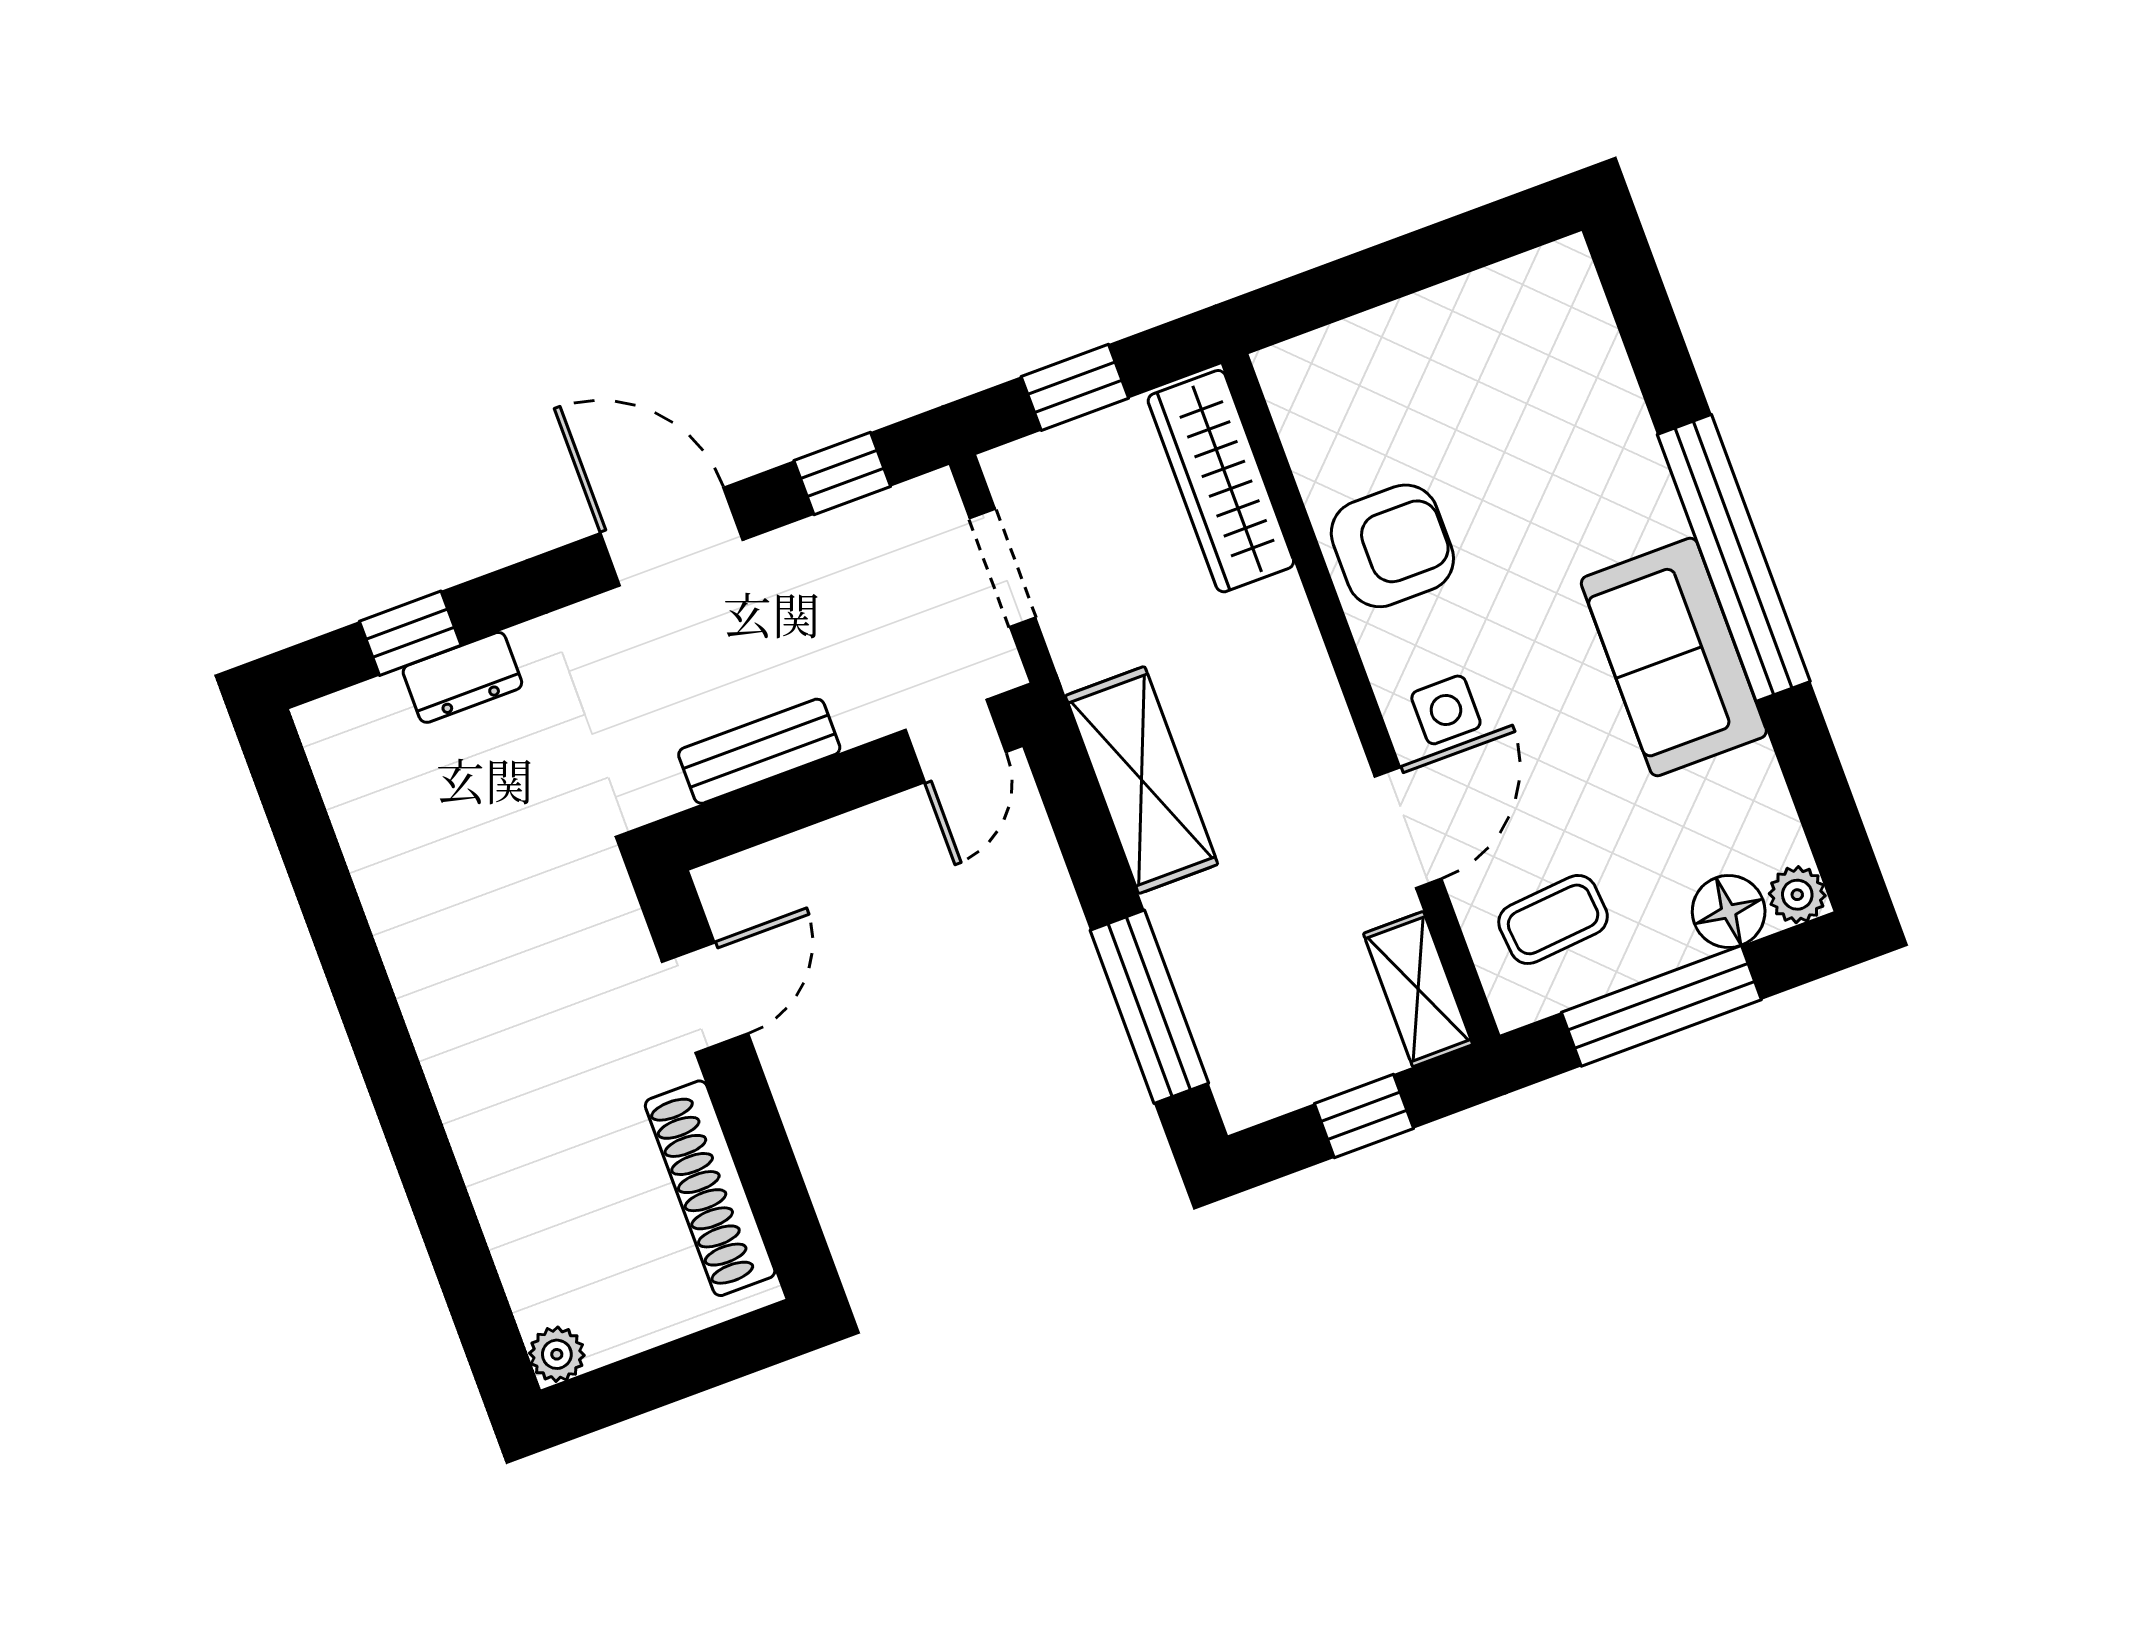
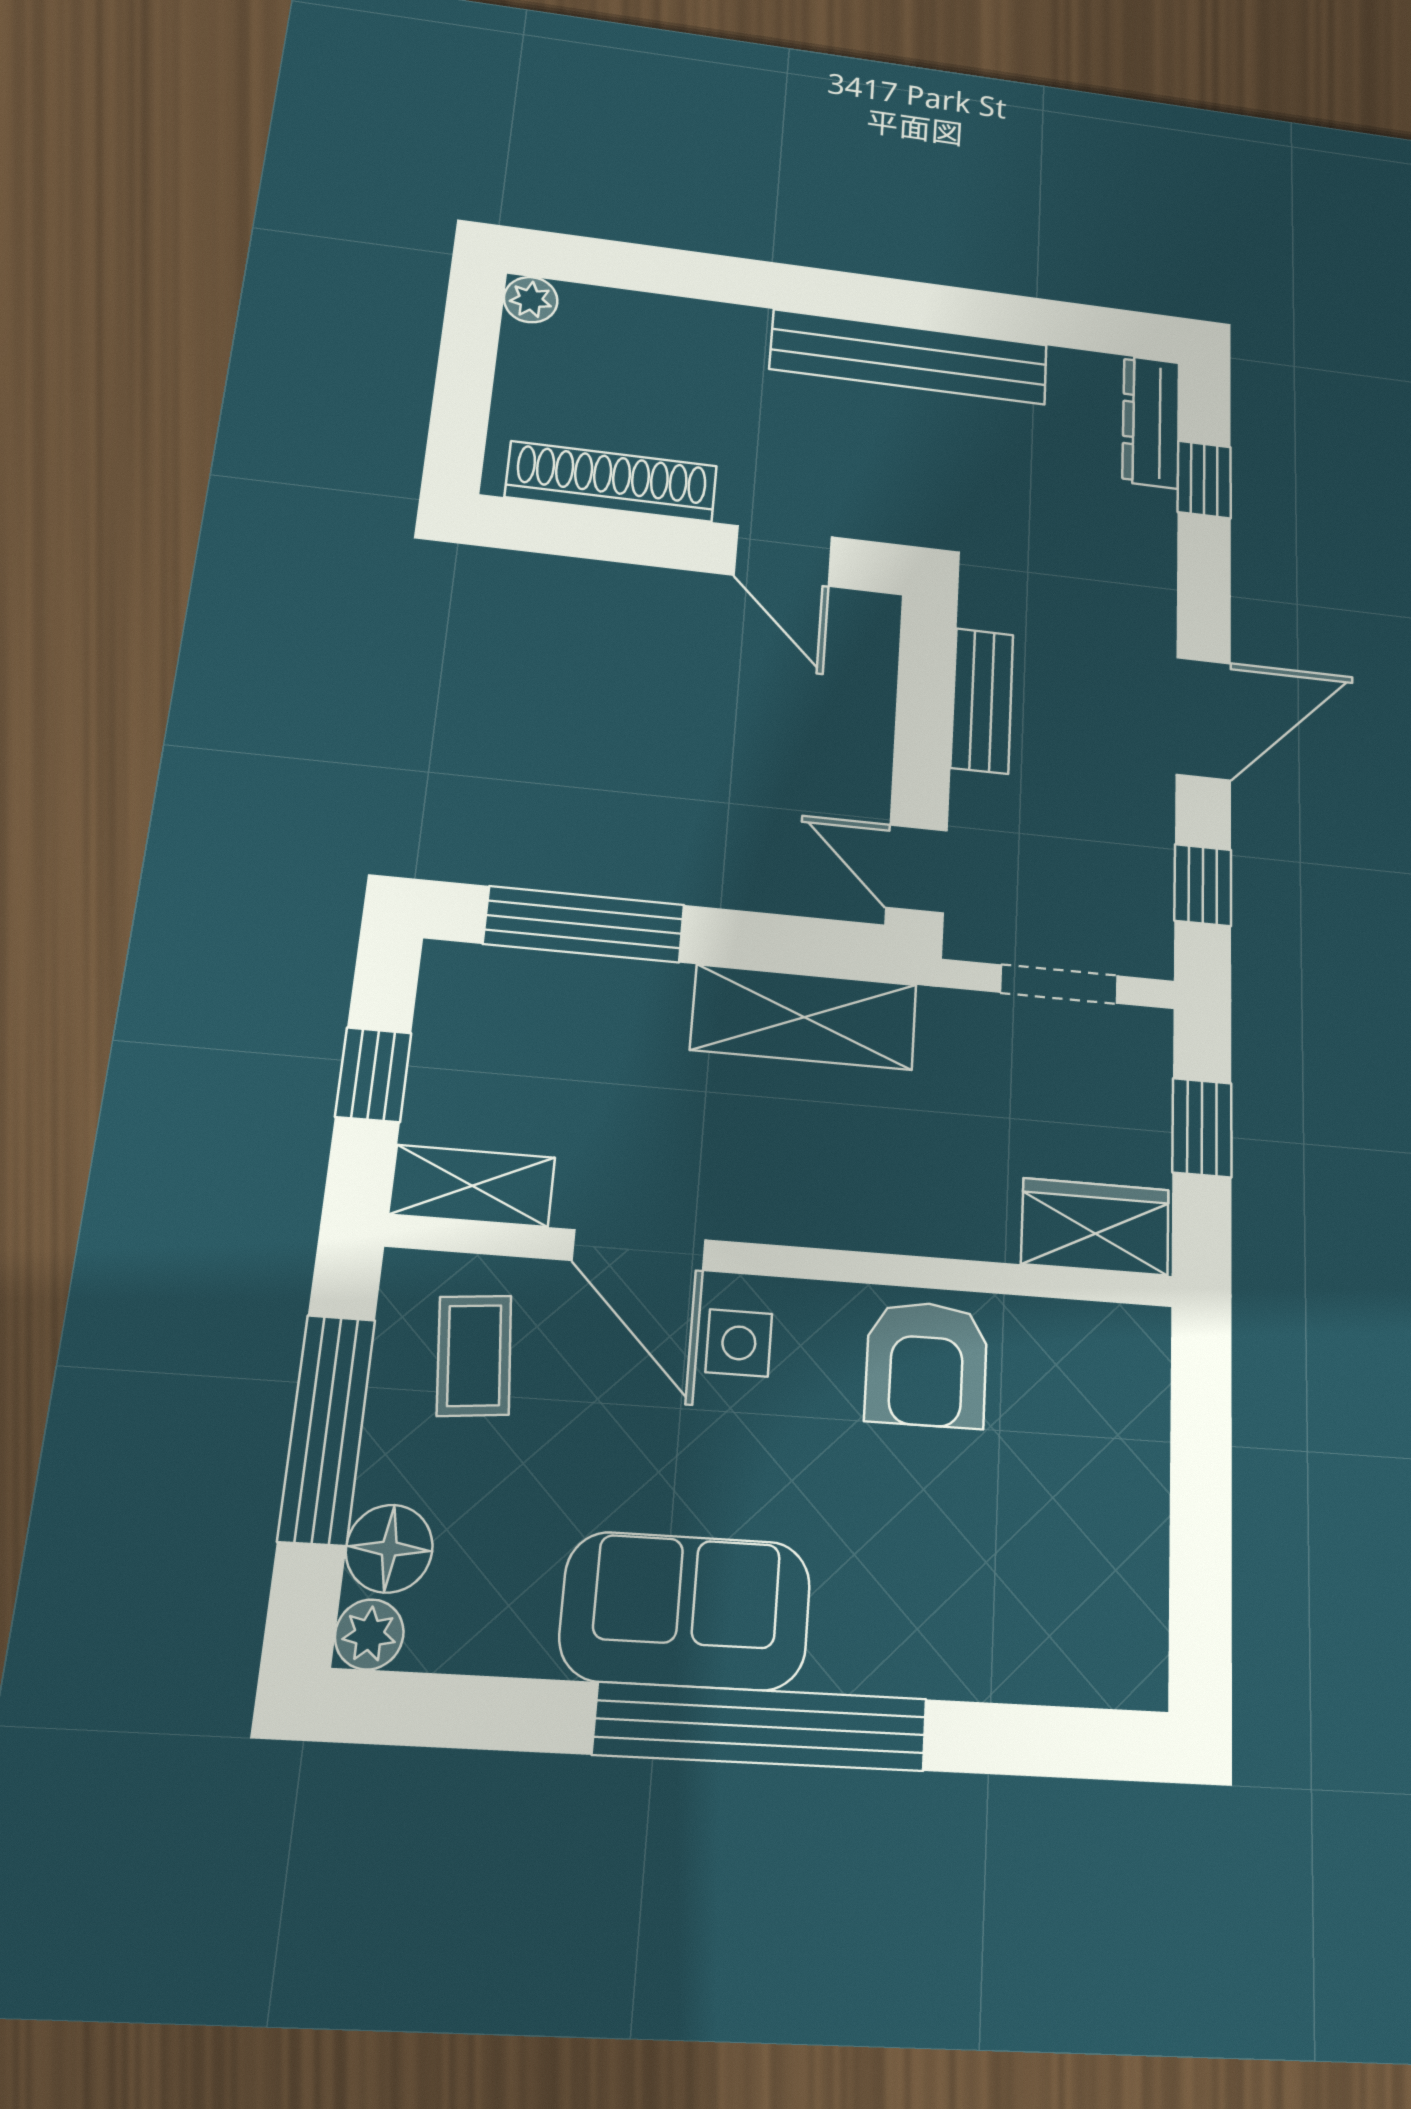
wardrobe: (1221, 481) -> (1095, 1227), width x0.67
dresser: (462, 677) -> (1151, 422), moved, width x1.44
bench: (426, 974) -> (909, 357), added

